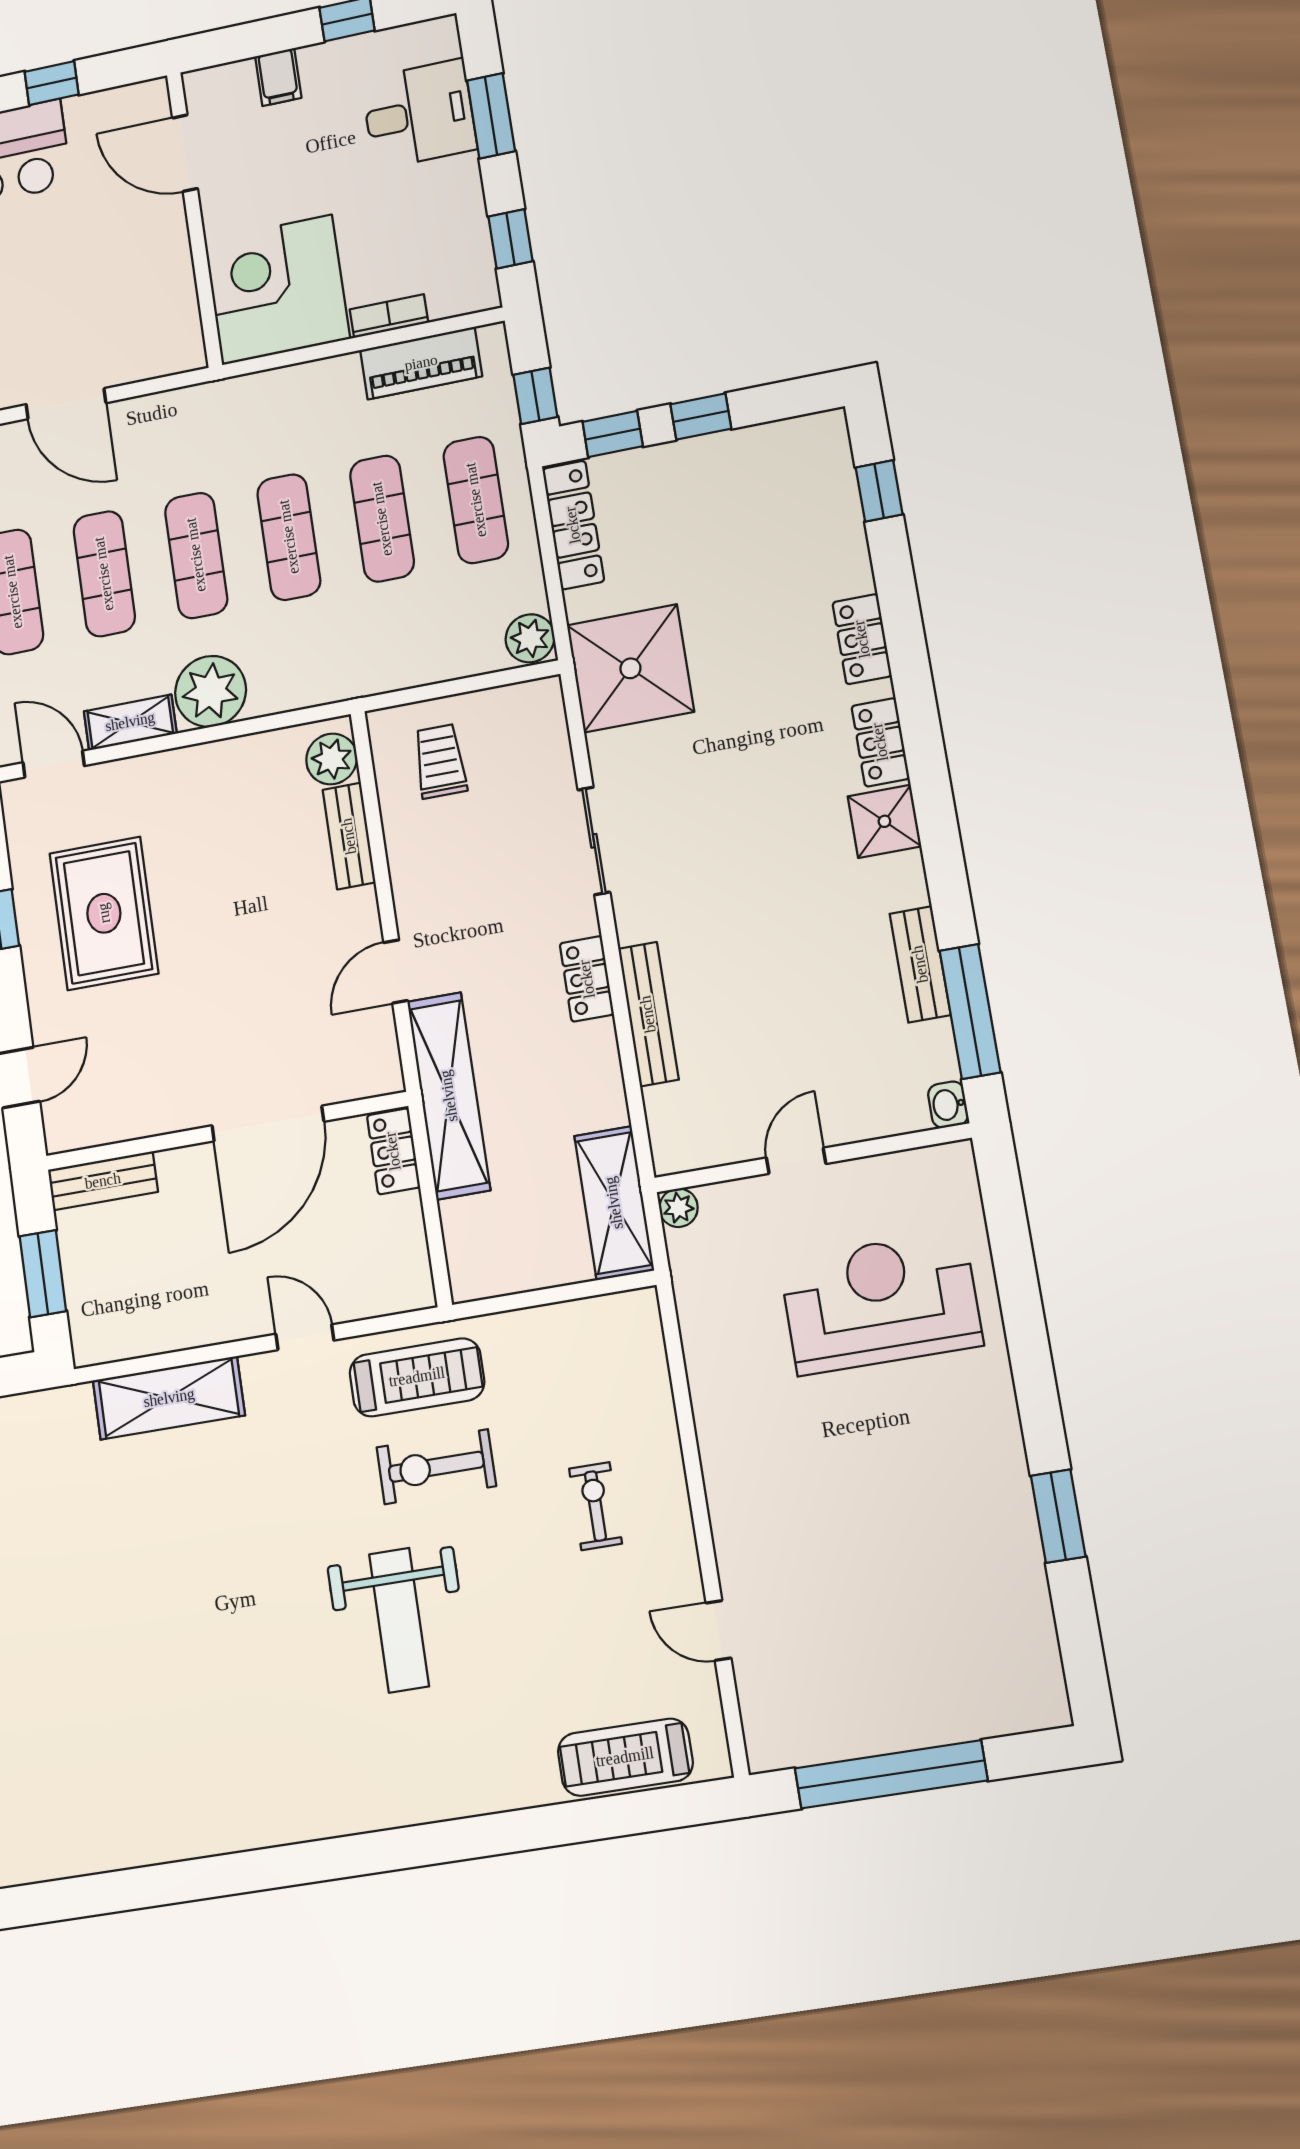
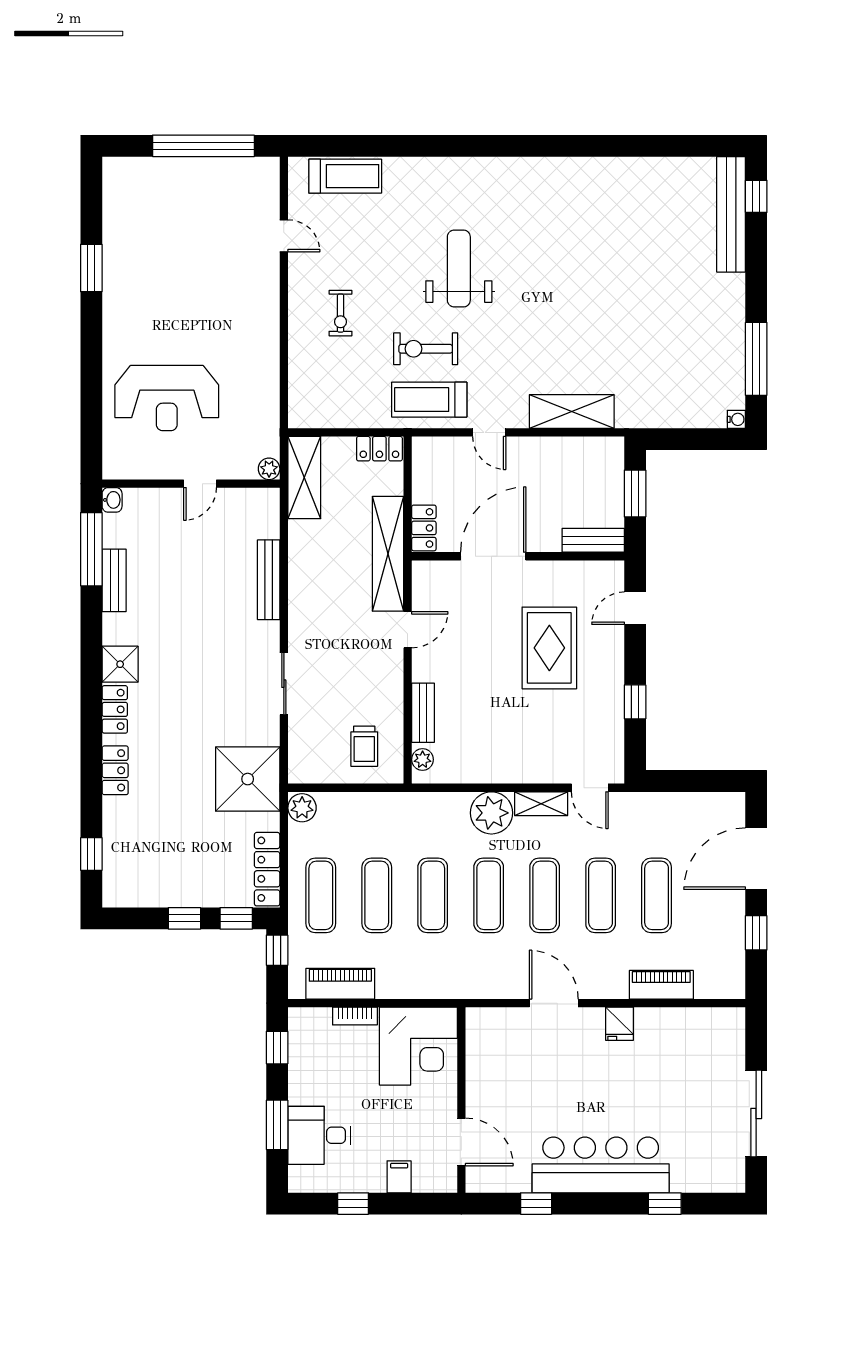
plant: (332, 759) -> (423, 760), width x0.73, depth x0.73
rug: (104, 913) -> (549, 648), moved
locker: (587, 979) -> (379, 449), moved, turned 90
exercise bike: (436, 1467) -> (426, 349), turned 180

